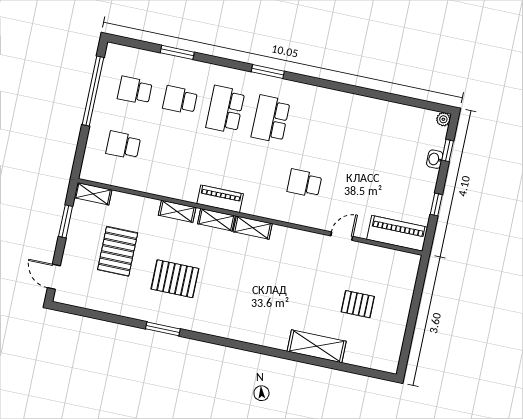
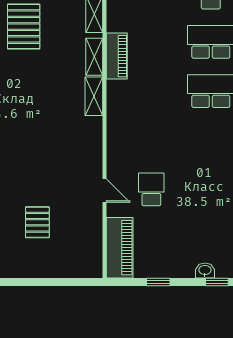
school desk: (304, 183) -> (151, 189), moved

